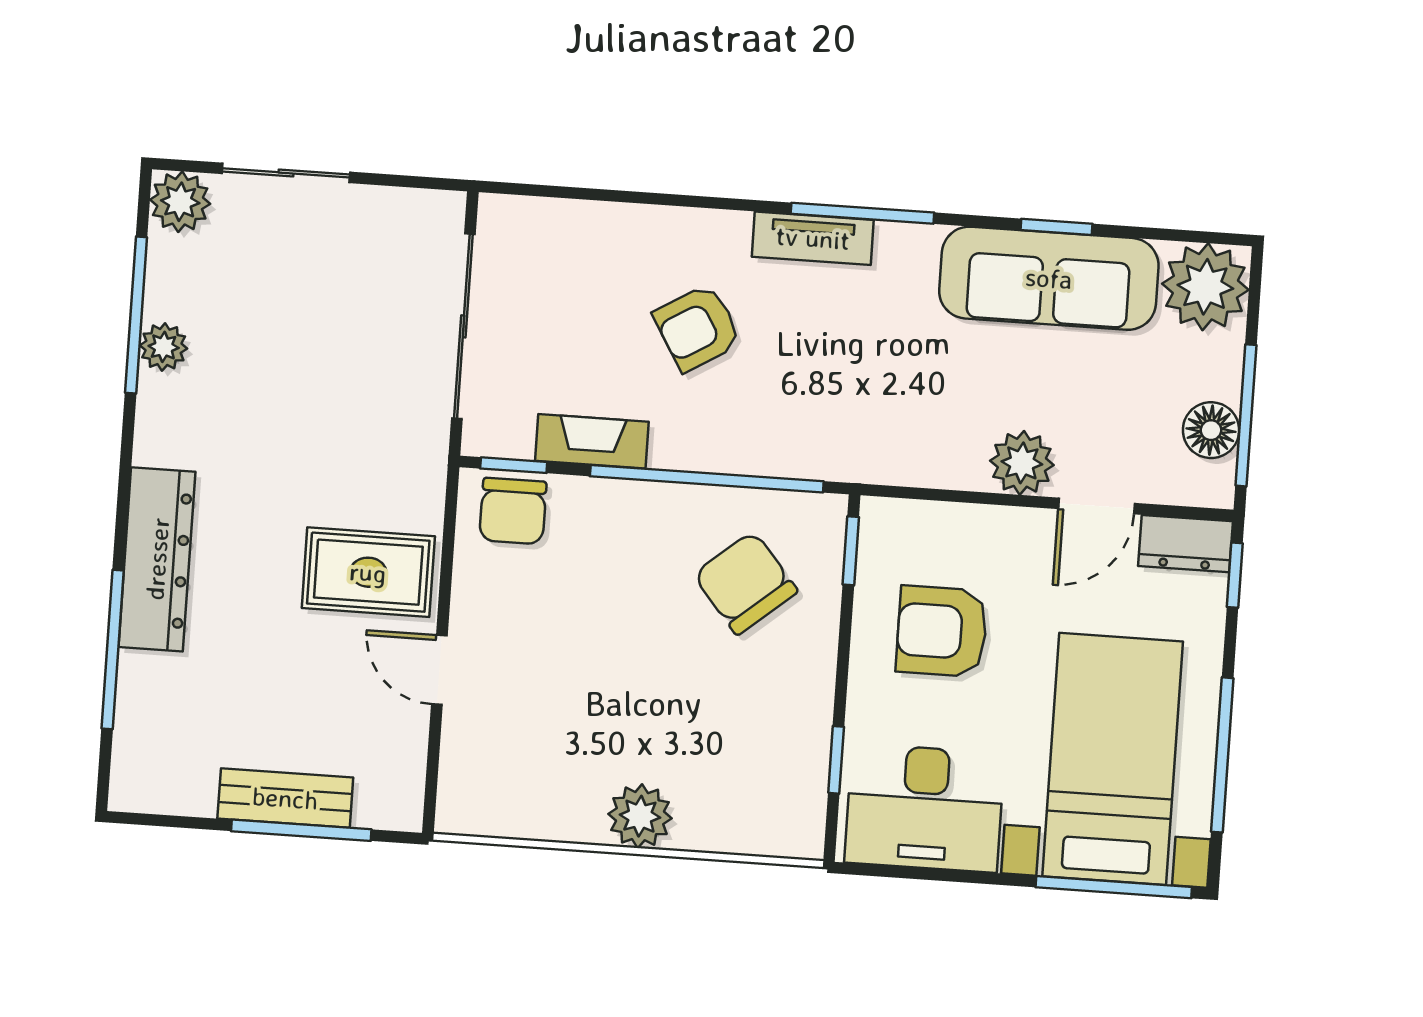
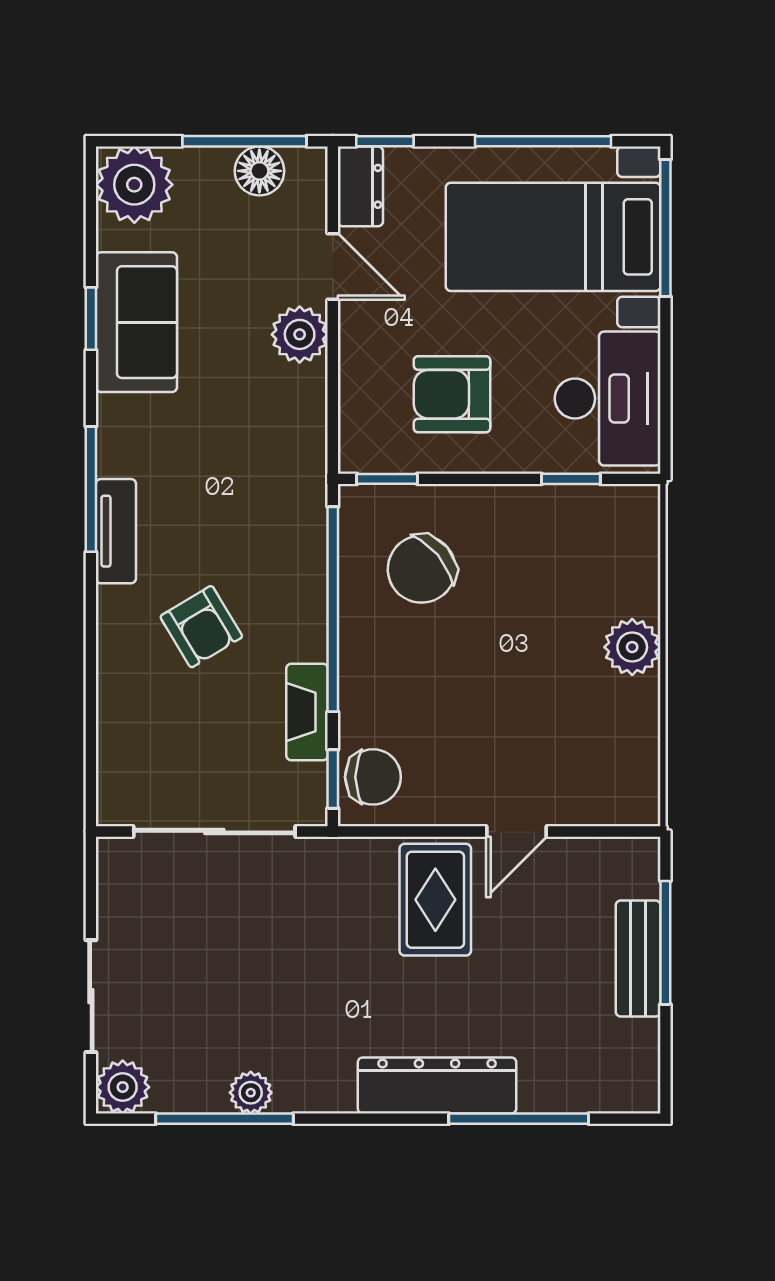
sofa: (1049, 278) -> (136, 322), width x0.73
armchair: (942, 631) -> (452, 394), turned 90

